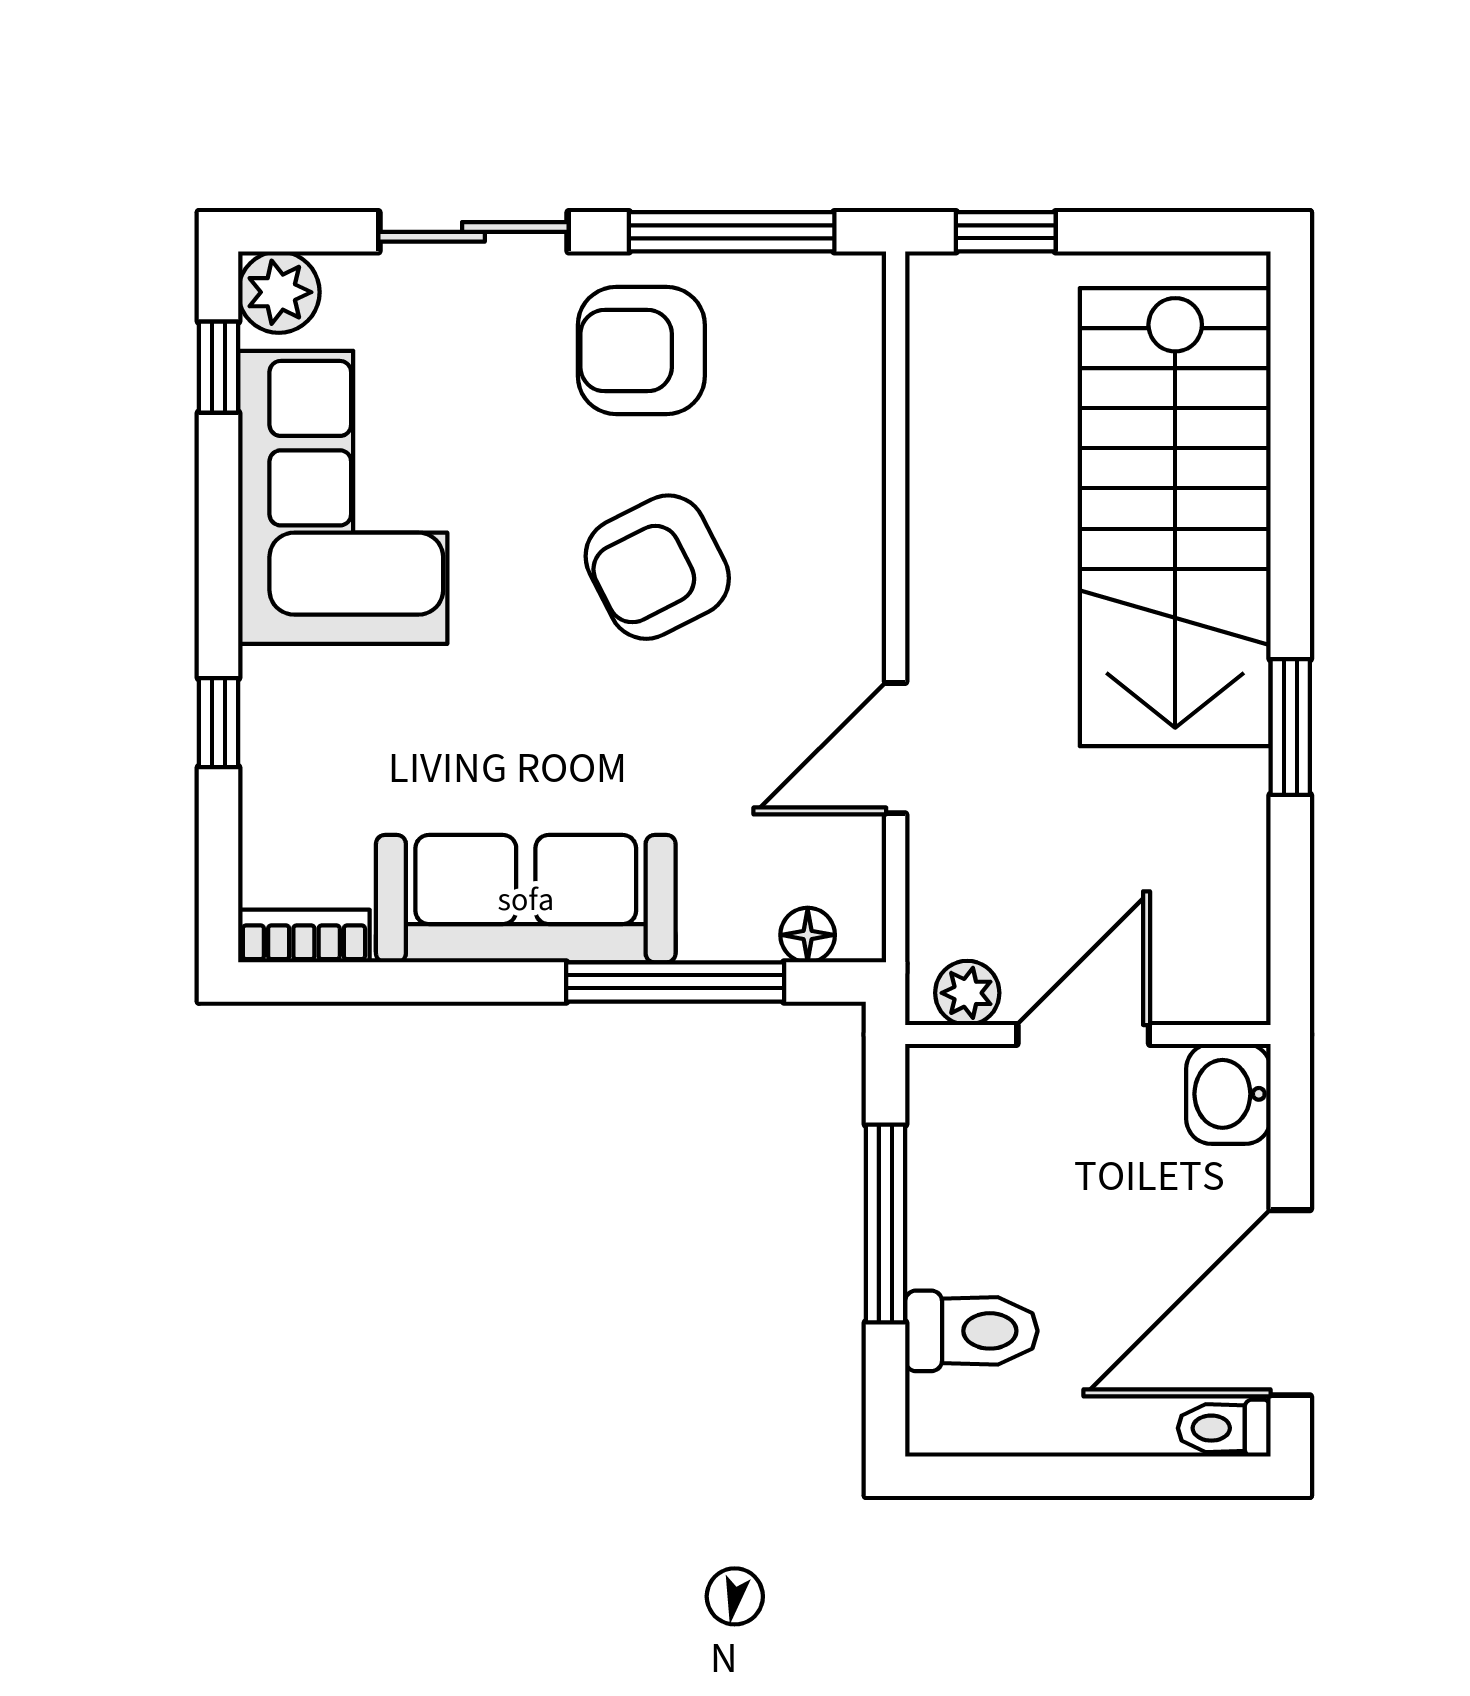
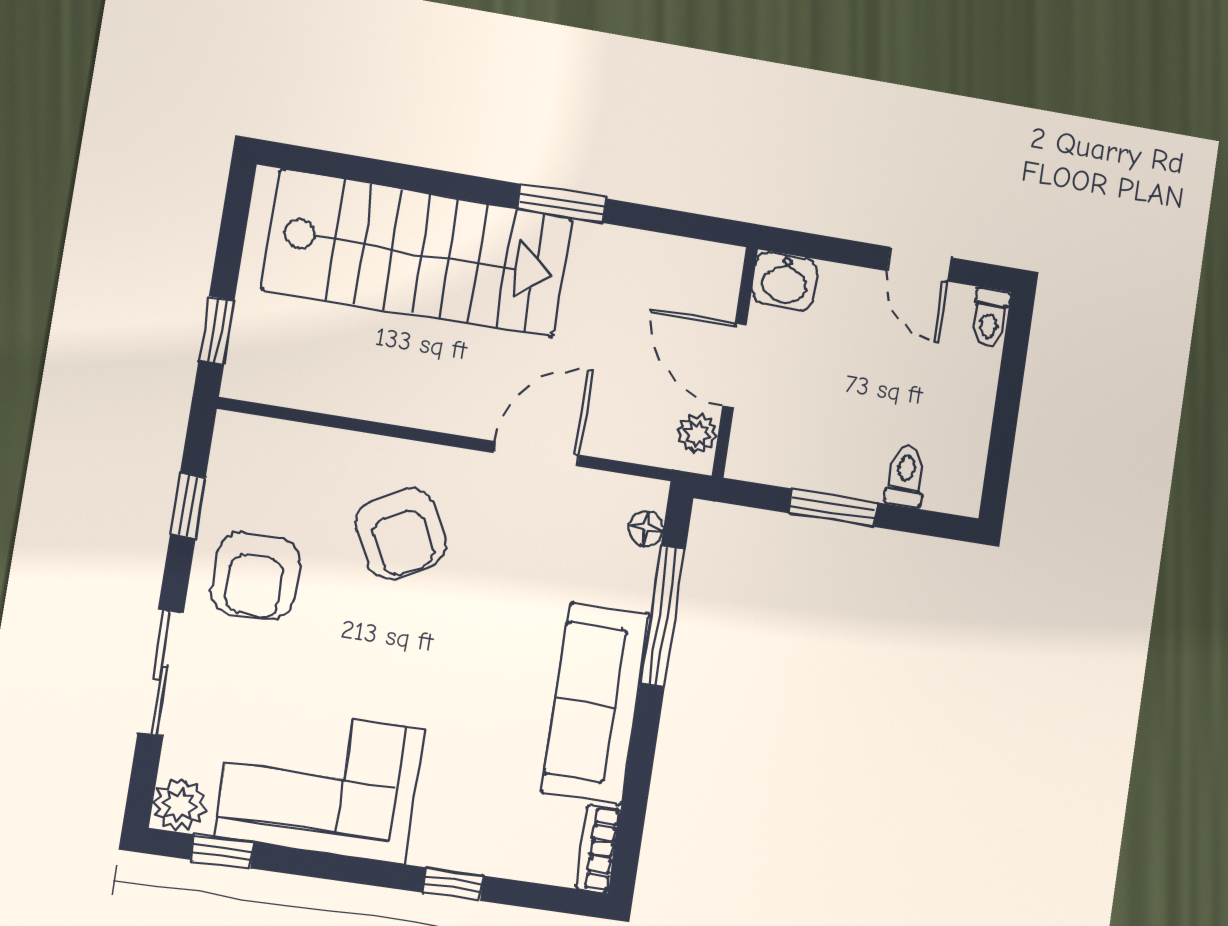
window: (732, 232) -> (188, 506), width x0.46
armchair: (657, 567) -> (401, 534), moved
door: (896, 748) -> (537, 454), swing flipped
window: (885, 1224) -> (833, 508), width x0.69
door: (1290, 1303) -> (919, 264), width x0.53
toilet: (971, 1331) -> (906, 476), width x0.73, depth x0.72

